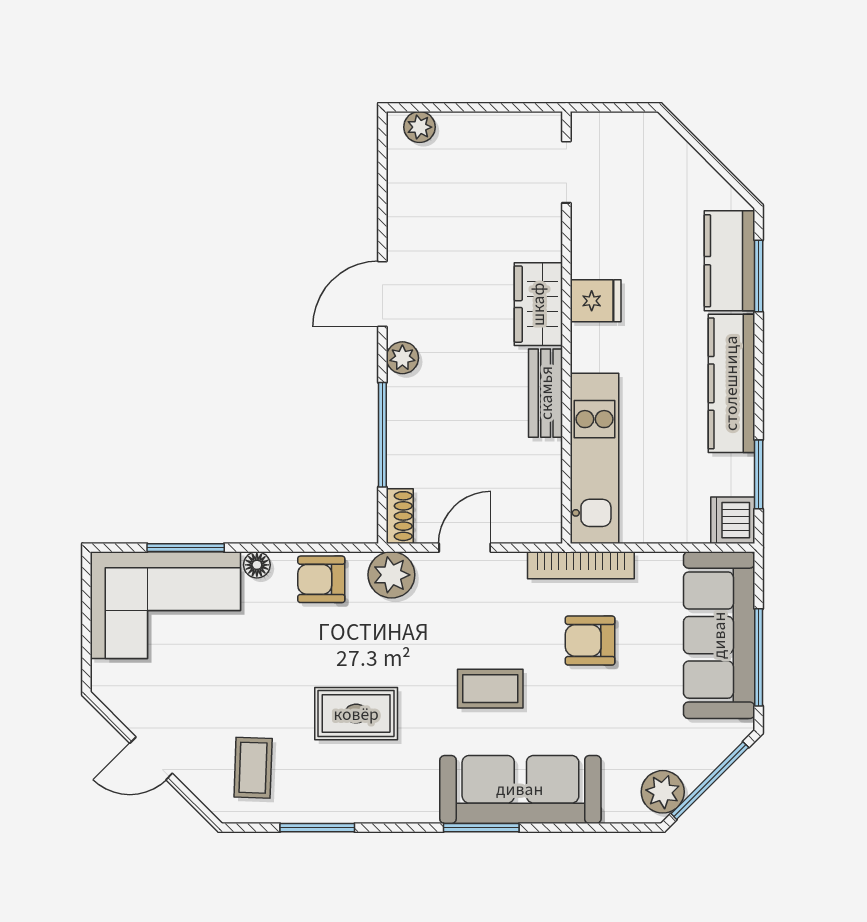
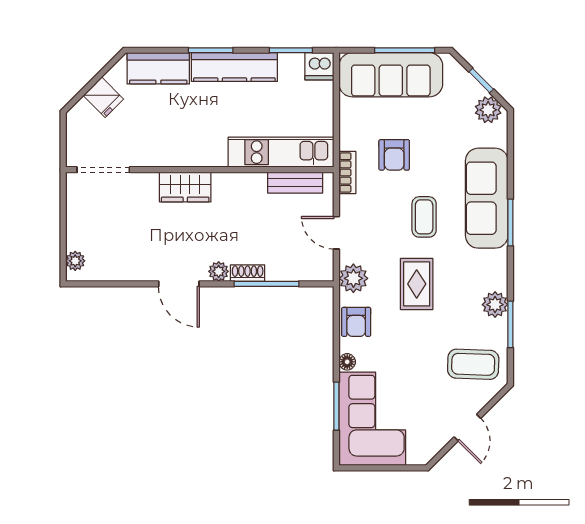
doorway: (566, 172) -> (103, 170), width x1.38
window: (759, 276) -> (211, 50), moved
fridge: (596, 301) -> (103, 97), moved, turned 135
bench: (546, 393) -> (295, 183), moved
shoe rack: (400, 516) -> (248, 273), moved
bookcase: (581, 565) -> (347, 173), width x0.64
rug: (356, 714) -> (417, 284), moved
coffee table: (253, 768) -> (473, 364), width x1.36, depth x1.30
window: (710, 781) -> (481, 81), width x0.46
plant: (349, 803) -> (495, 305), added

